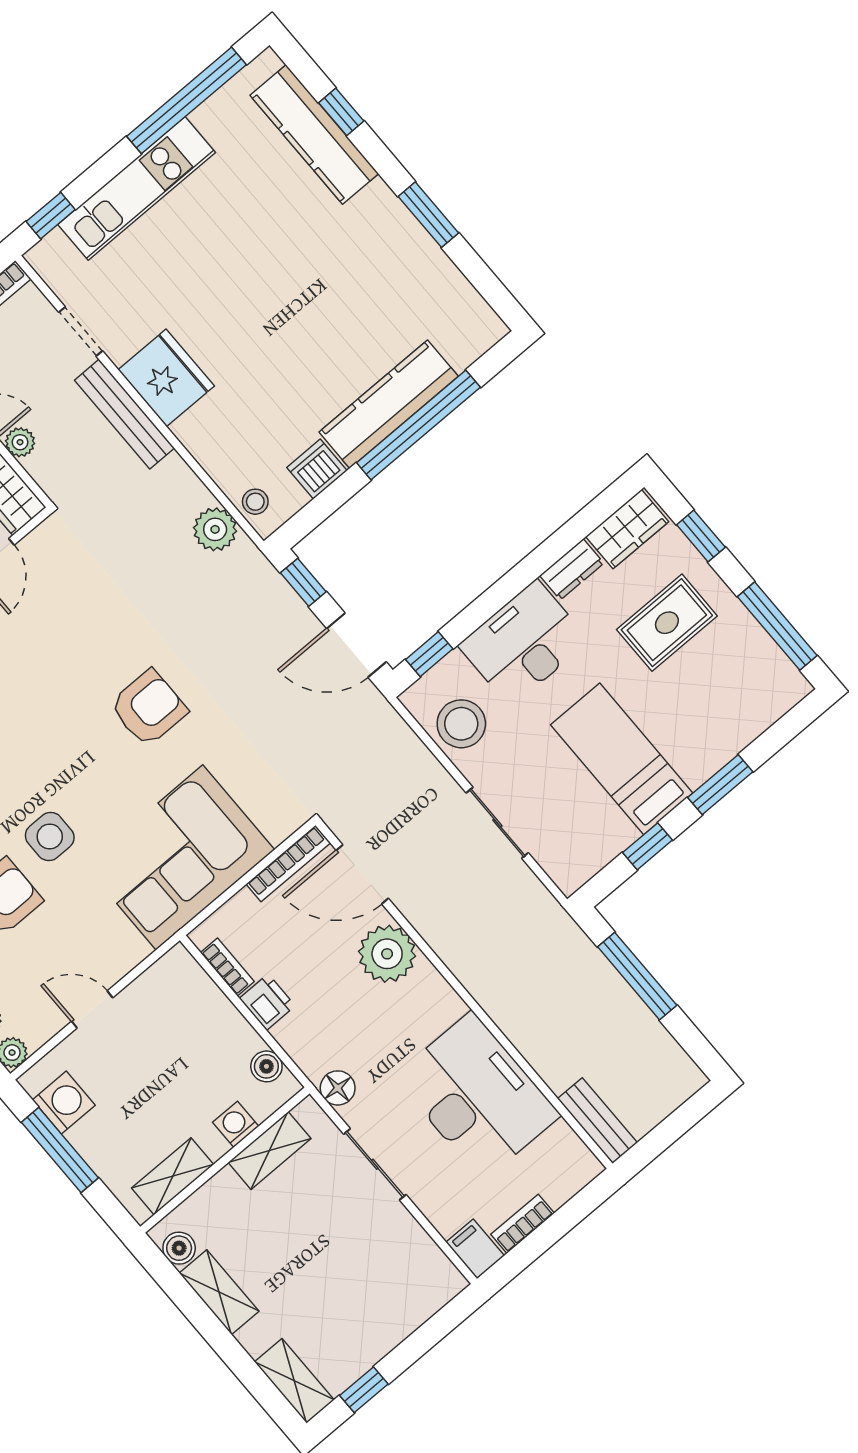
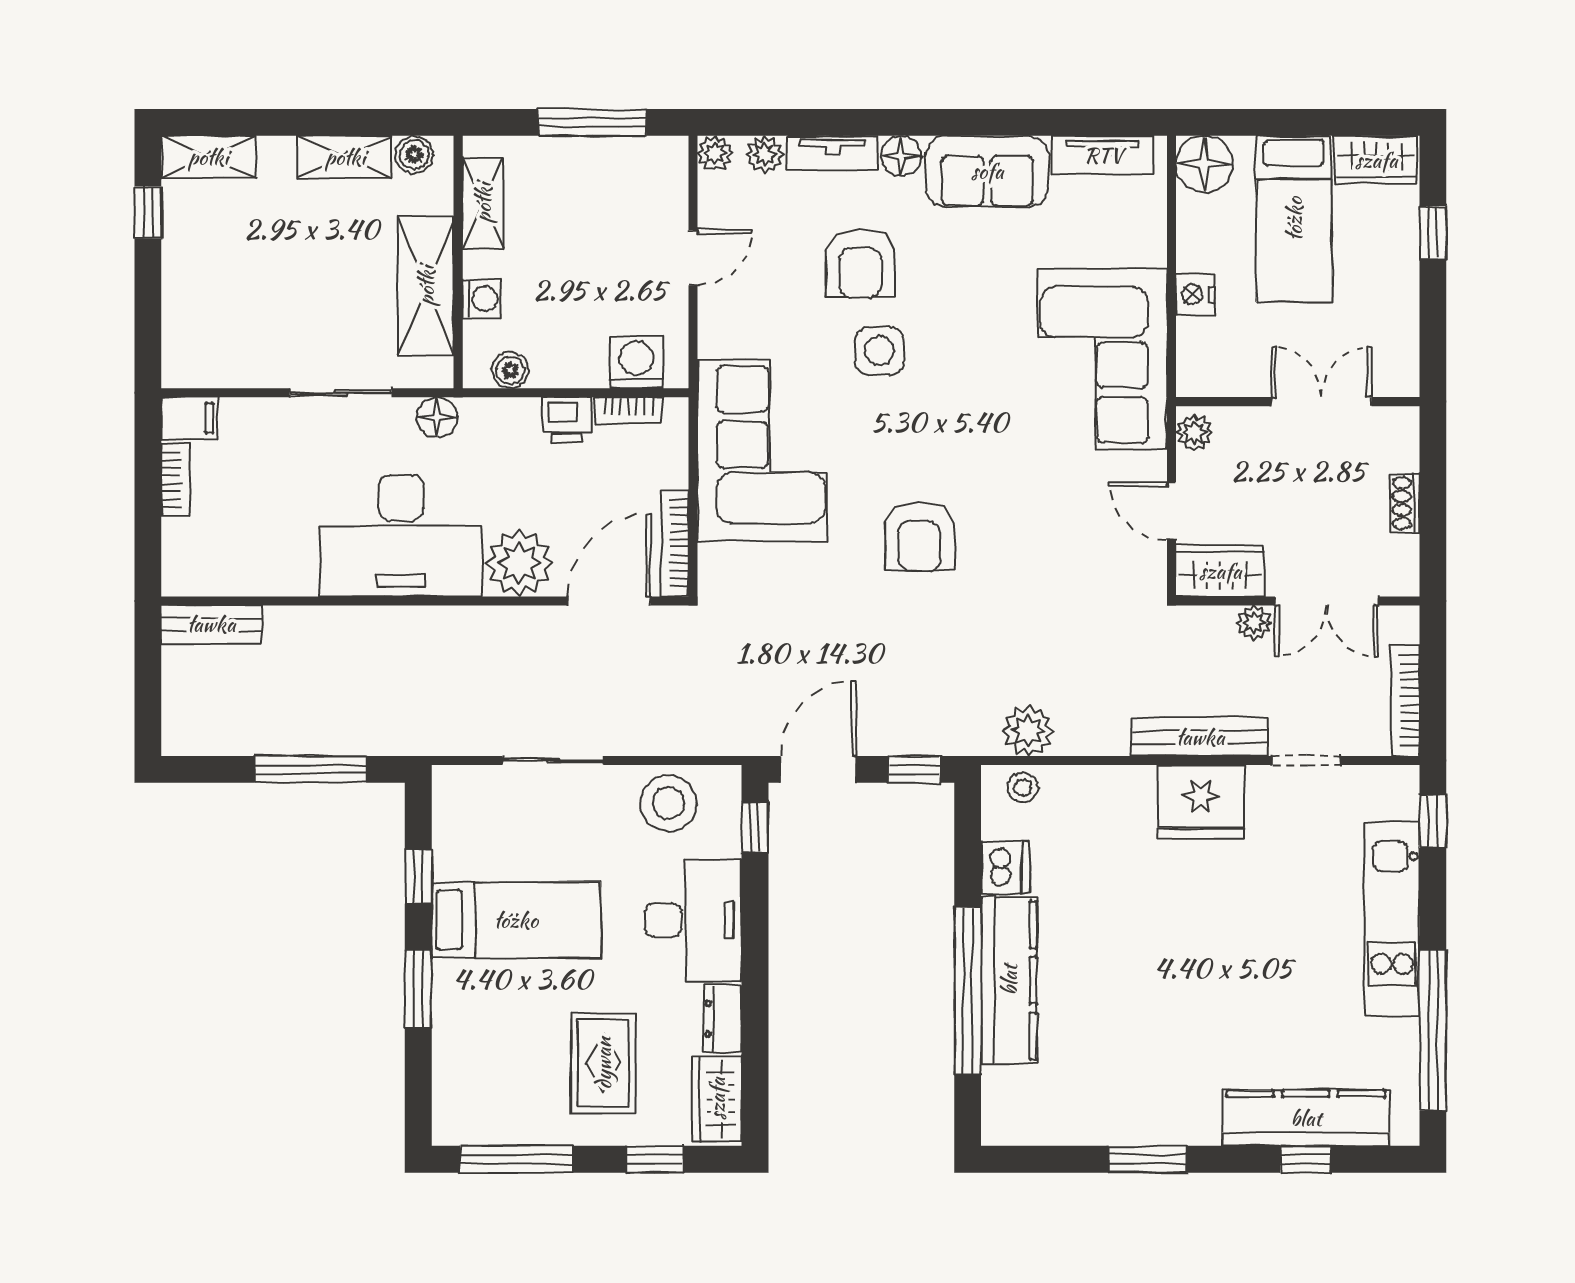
desk: (477, 1096) -> (401, 536), moved
washing machine: (64, 1102) -> (637, 362), moved, turned 180
shelving: (270, 1150) -> (426, 286), width x1.50, depth x1.33

